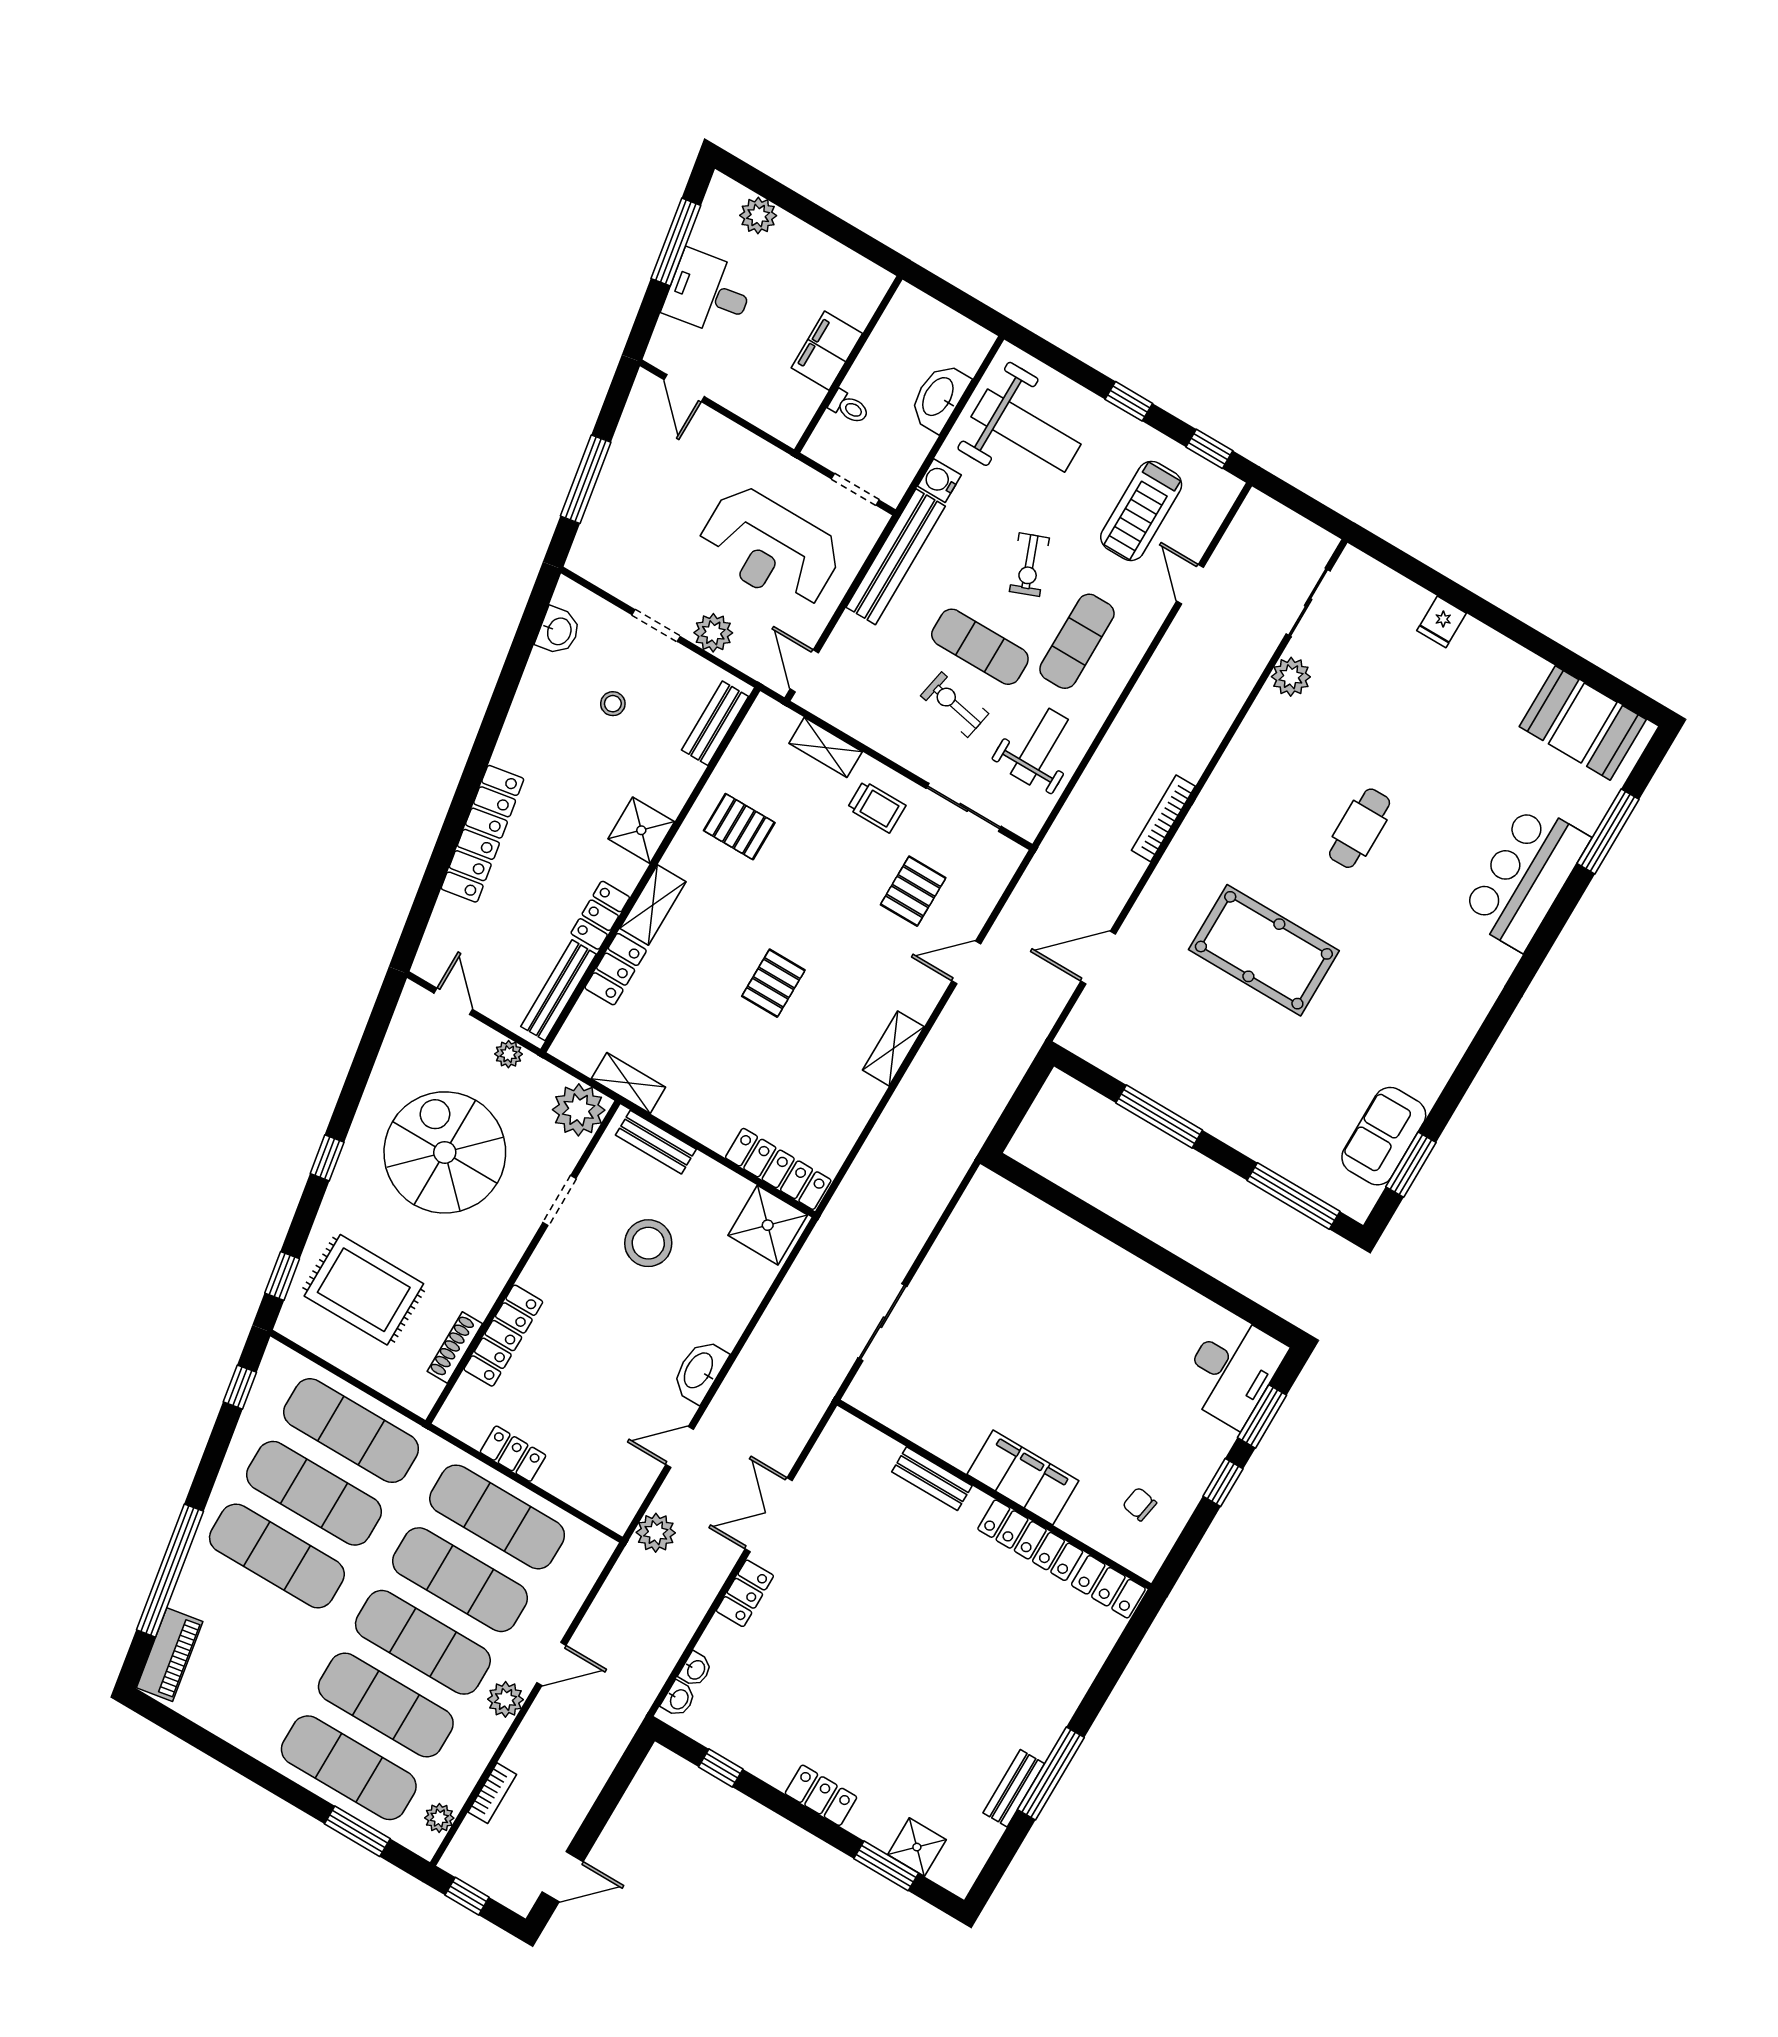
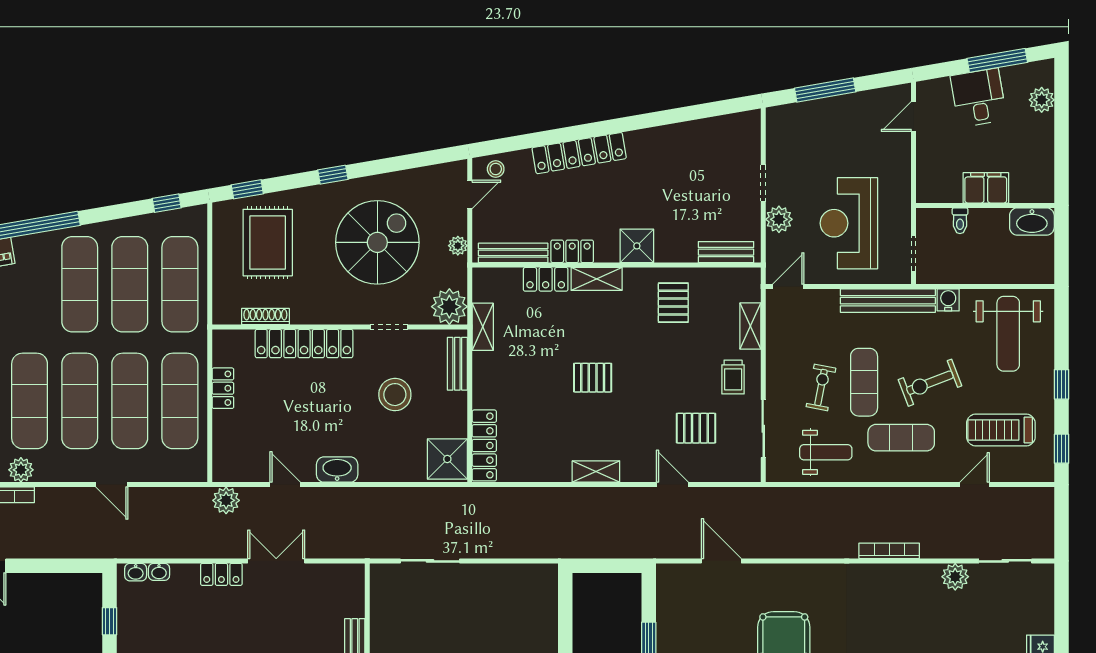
washbasin: (939, 397) -> (1032, 221), moved, turned 180
exercise bike: (1029, 565) -> (930, 383), width x1.38, depth x1.39
washbasin: (558, 631) -> (726, 127), removed
stool: (613, 704) -> (496, 169), moved
bookcase: (1163, 818) -> (889, 551), moved
locker: (503, 1336) -> (304, 344), width x1.41, depth x1.21
plant: (506, 1699) -> (21, 470), moved

